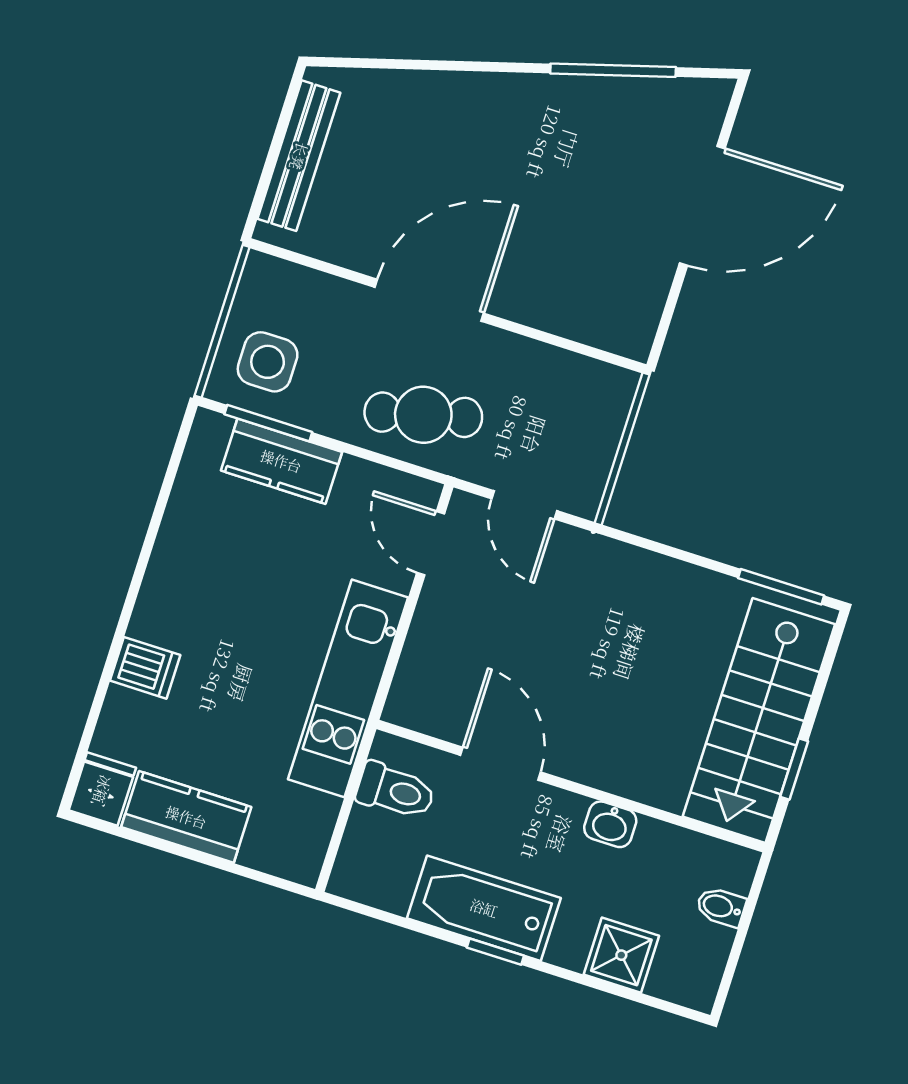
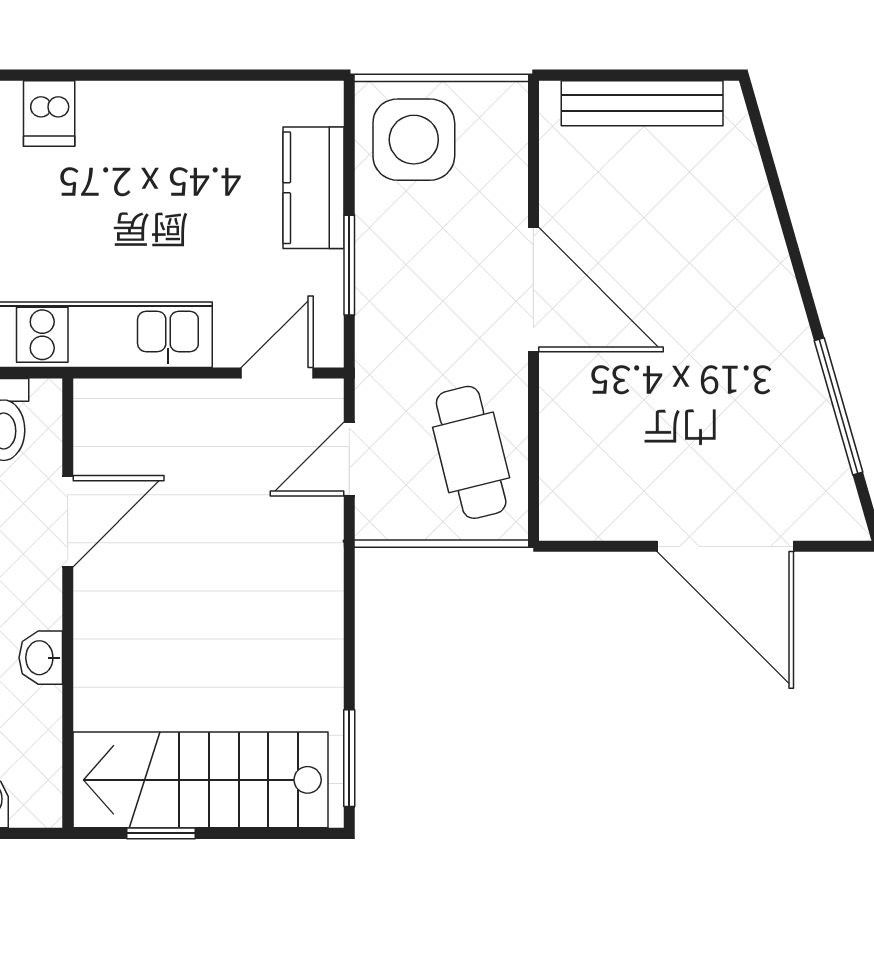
side table: (268, 362) -> (414, 140), width x1.37, depth x1.37
cafe table: (423, 415) -> (471, 452), moved
window: (268, 423) -> (349, 265), moved

